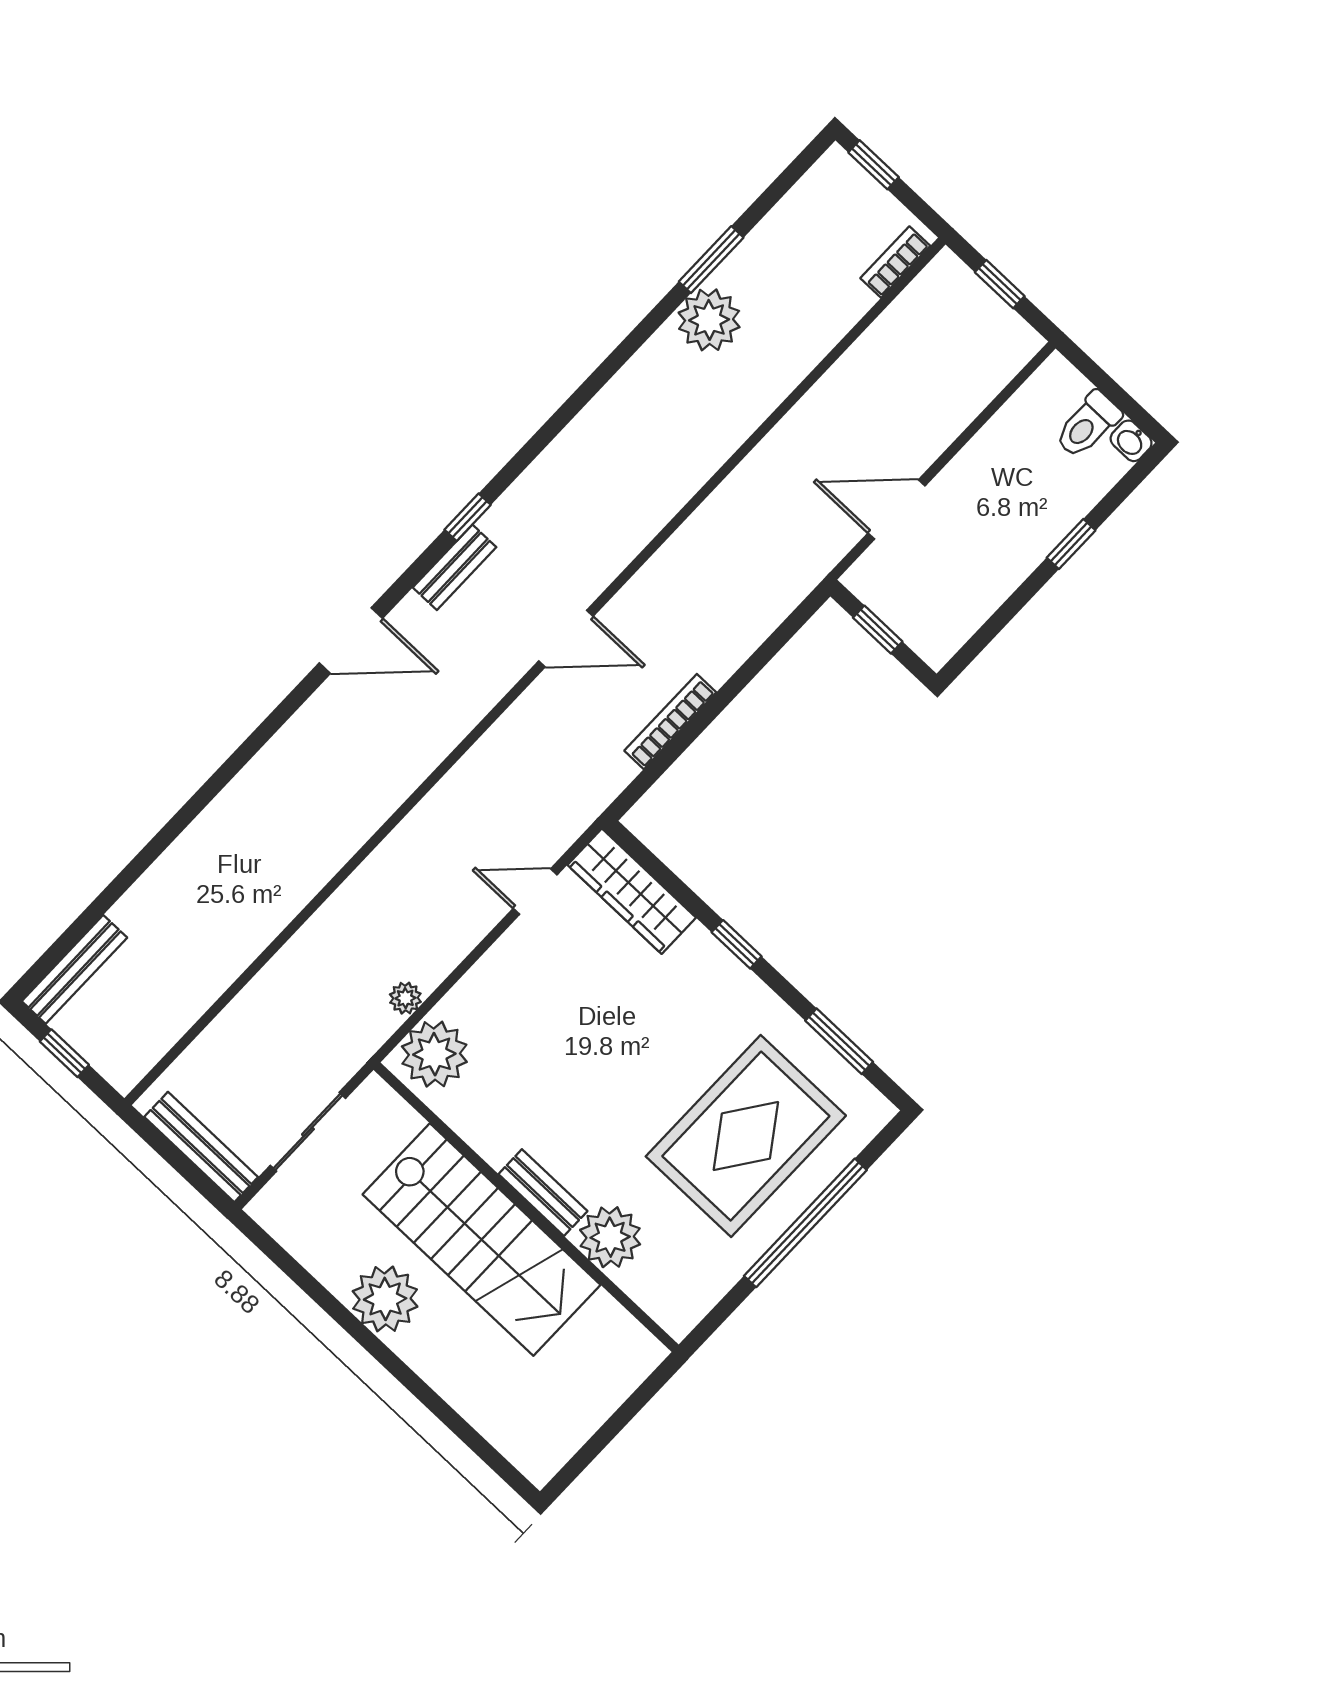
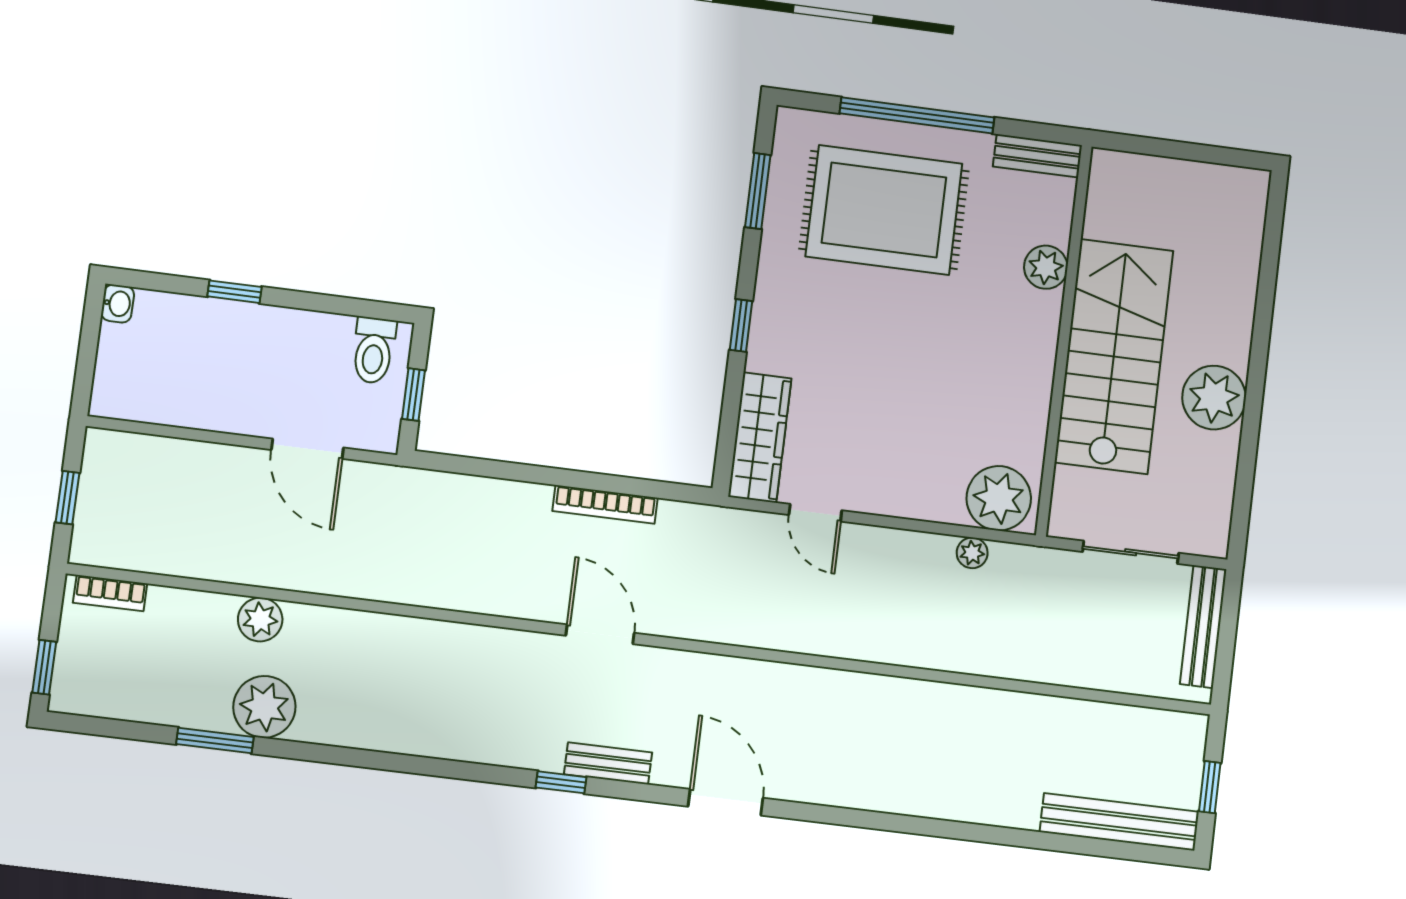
plant: (784, 368) -> (260, 620), added
toilet: (1088, 425) -> (374, 350), moved, turned 90
bench: (74, 969) -> (1119, 822), width x1.37, depth x1.21
bench: (543, 1193) -> (1037, 156), moved, turned 90
plant: (610, 1237) -> (1046, 267), width x0.73, depth x0.73

